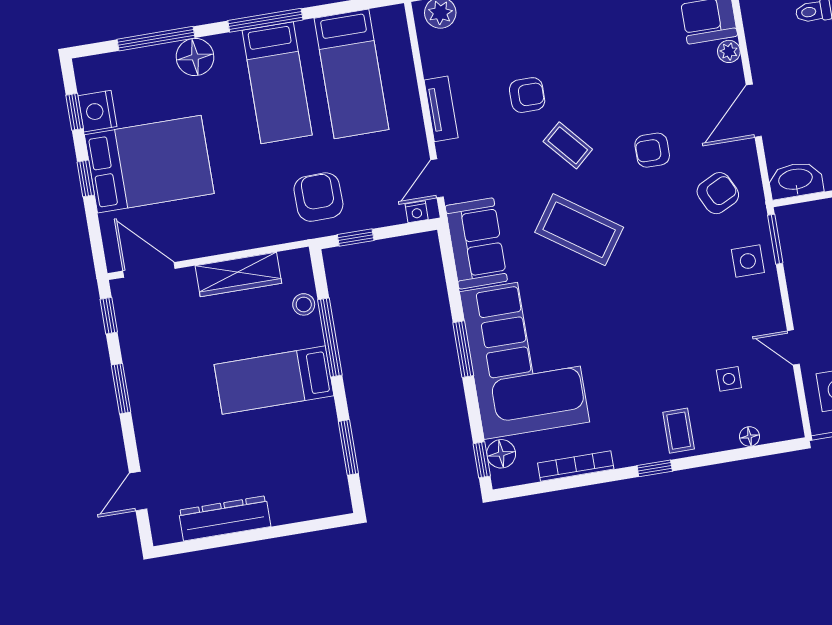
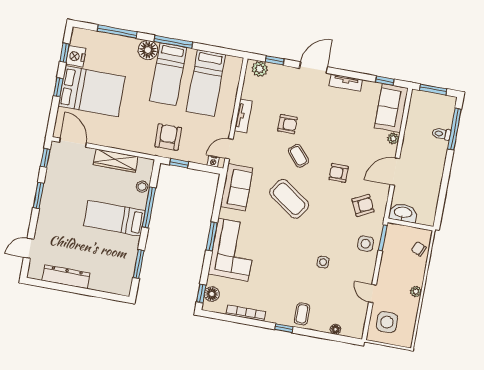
floor lamp: (195, 57) -> (148, 50), moved
corner sofa: (525, 357) -> (233, 250), width x0.73, depth x0.74
side table: (729, 379) -> (323, 262), moved

